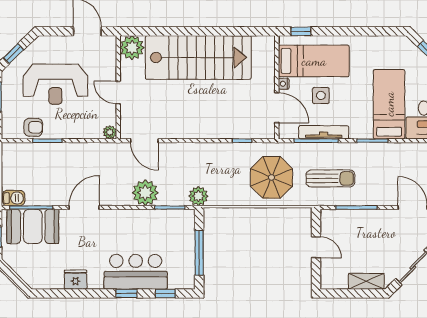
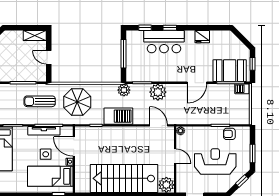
barbecue: (207, 155) -> (118, 116), added
shelving: (366, 281) -> (35, 36), moved

